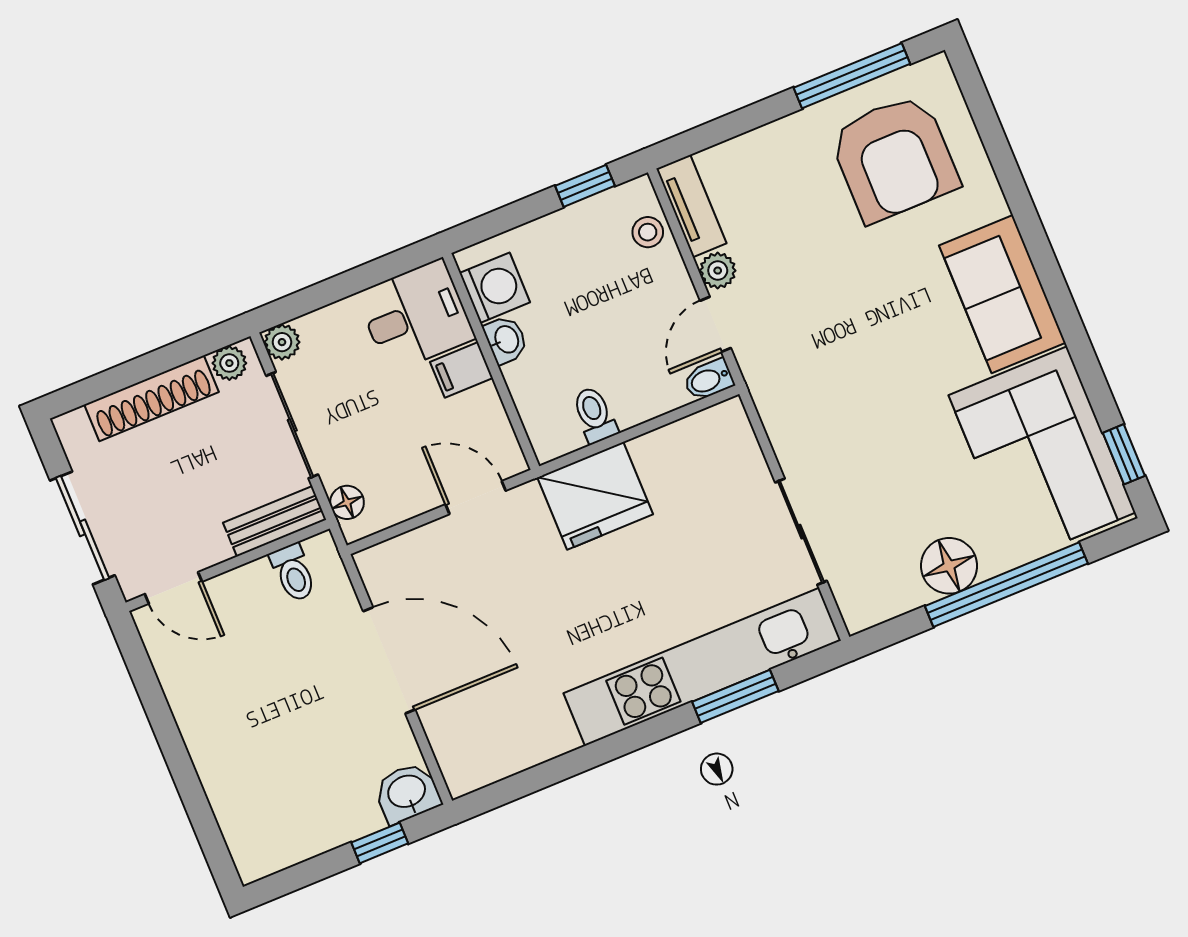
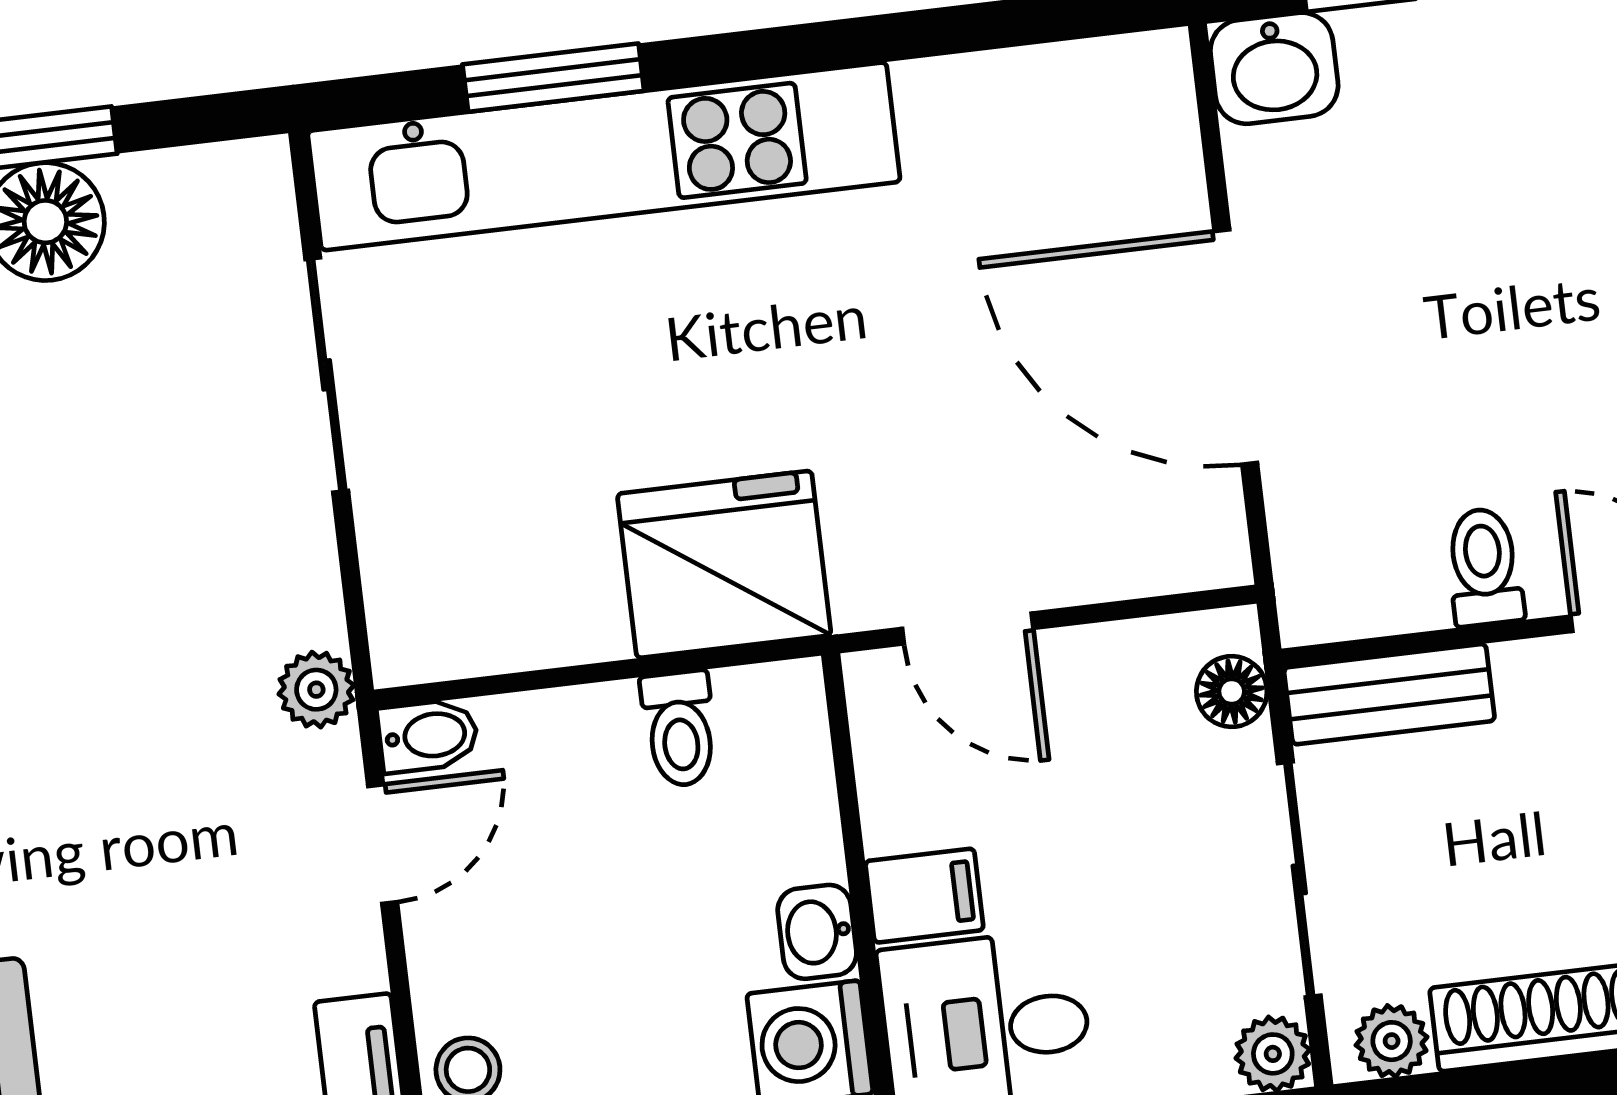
plant: (718, 271) -> (316, 690), moved
toilet: (293, 573) -> (1484, 567), moved

